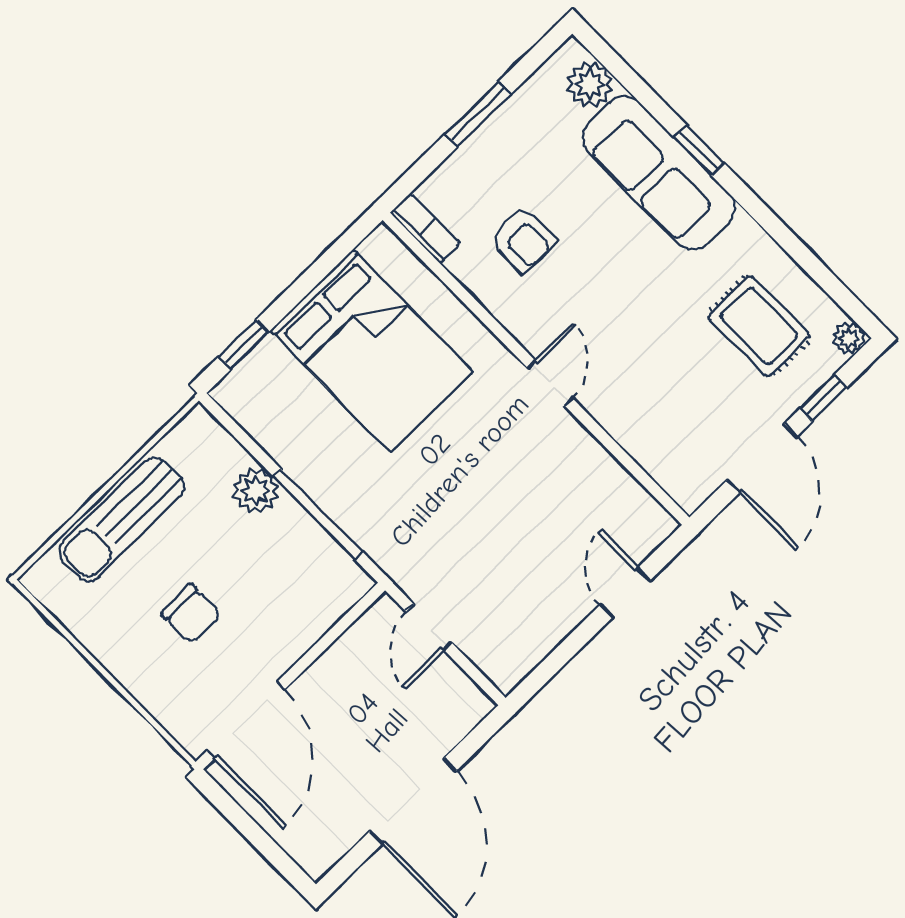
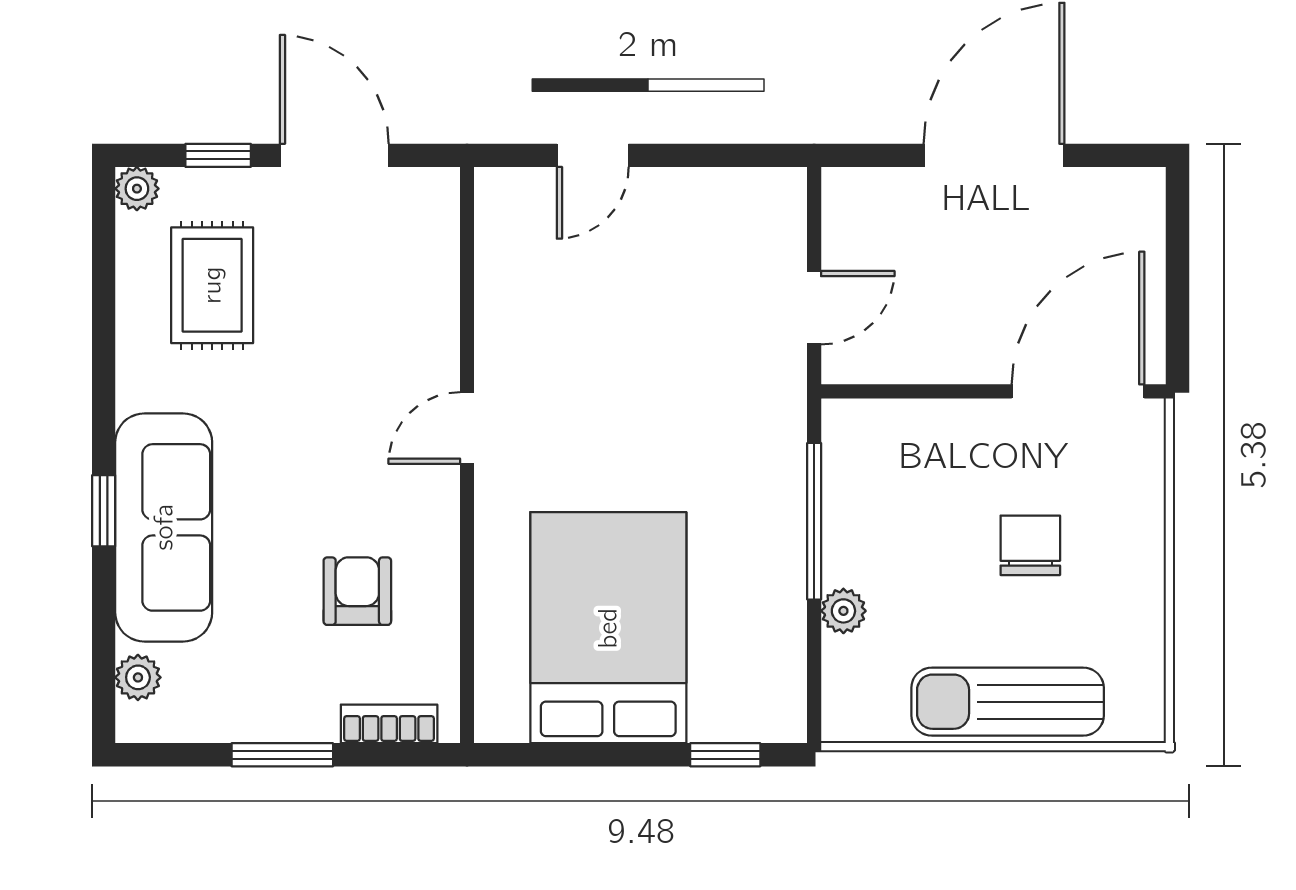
plant: (590, 85) -> (138, 677), width x0.73, depth x0.73
bookcase: (425, 228) -> (389, 724), moved, turned 90
door: (762, 458) -> (334, 155), hinge flipped
plant: (256, 491) -> (843, 611), width x0.73, depth x0.73
sun lounger: (122, 519) -> (1008, 702), turned 180

